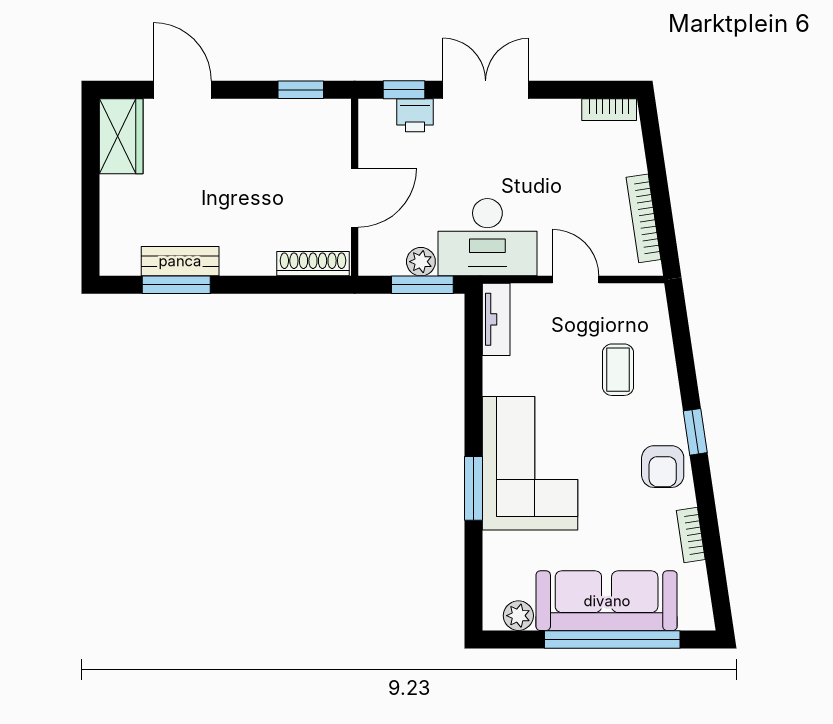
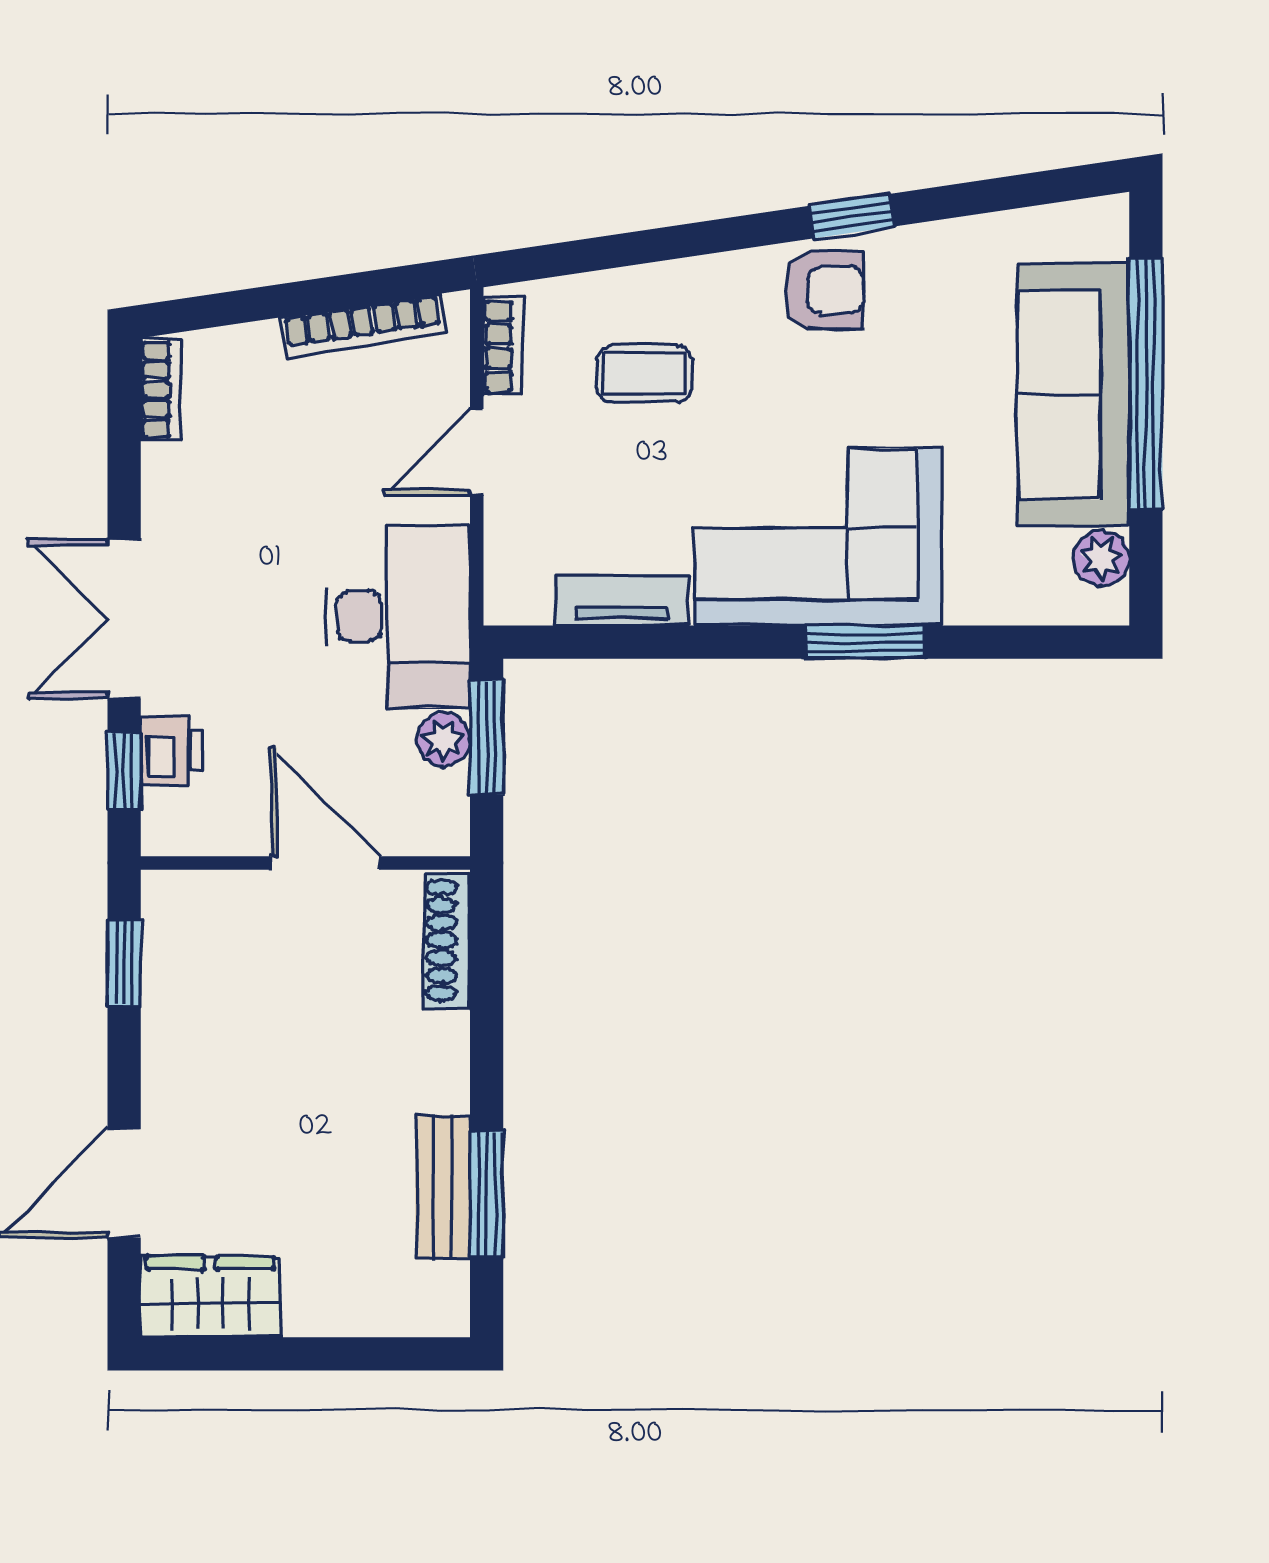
tv unit: (496, 319) -> (621, 600), moved
window: (695, 432) -> (852, 216), moved
bookcase: (691, 535) -> (503, 346), moved, turned -82

